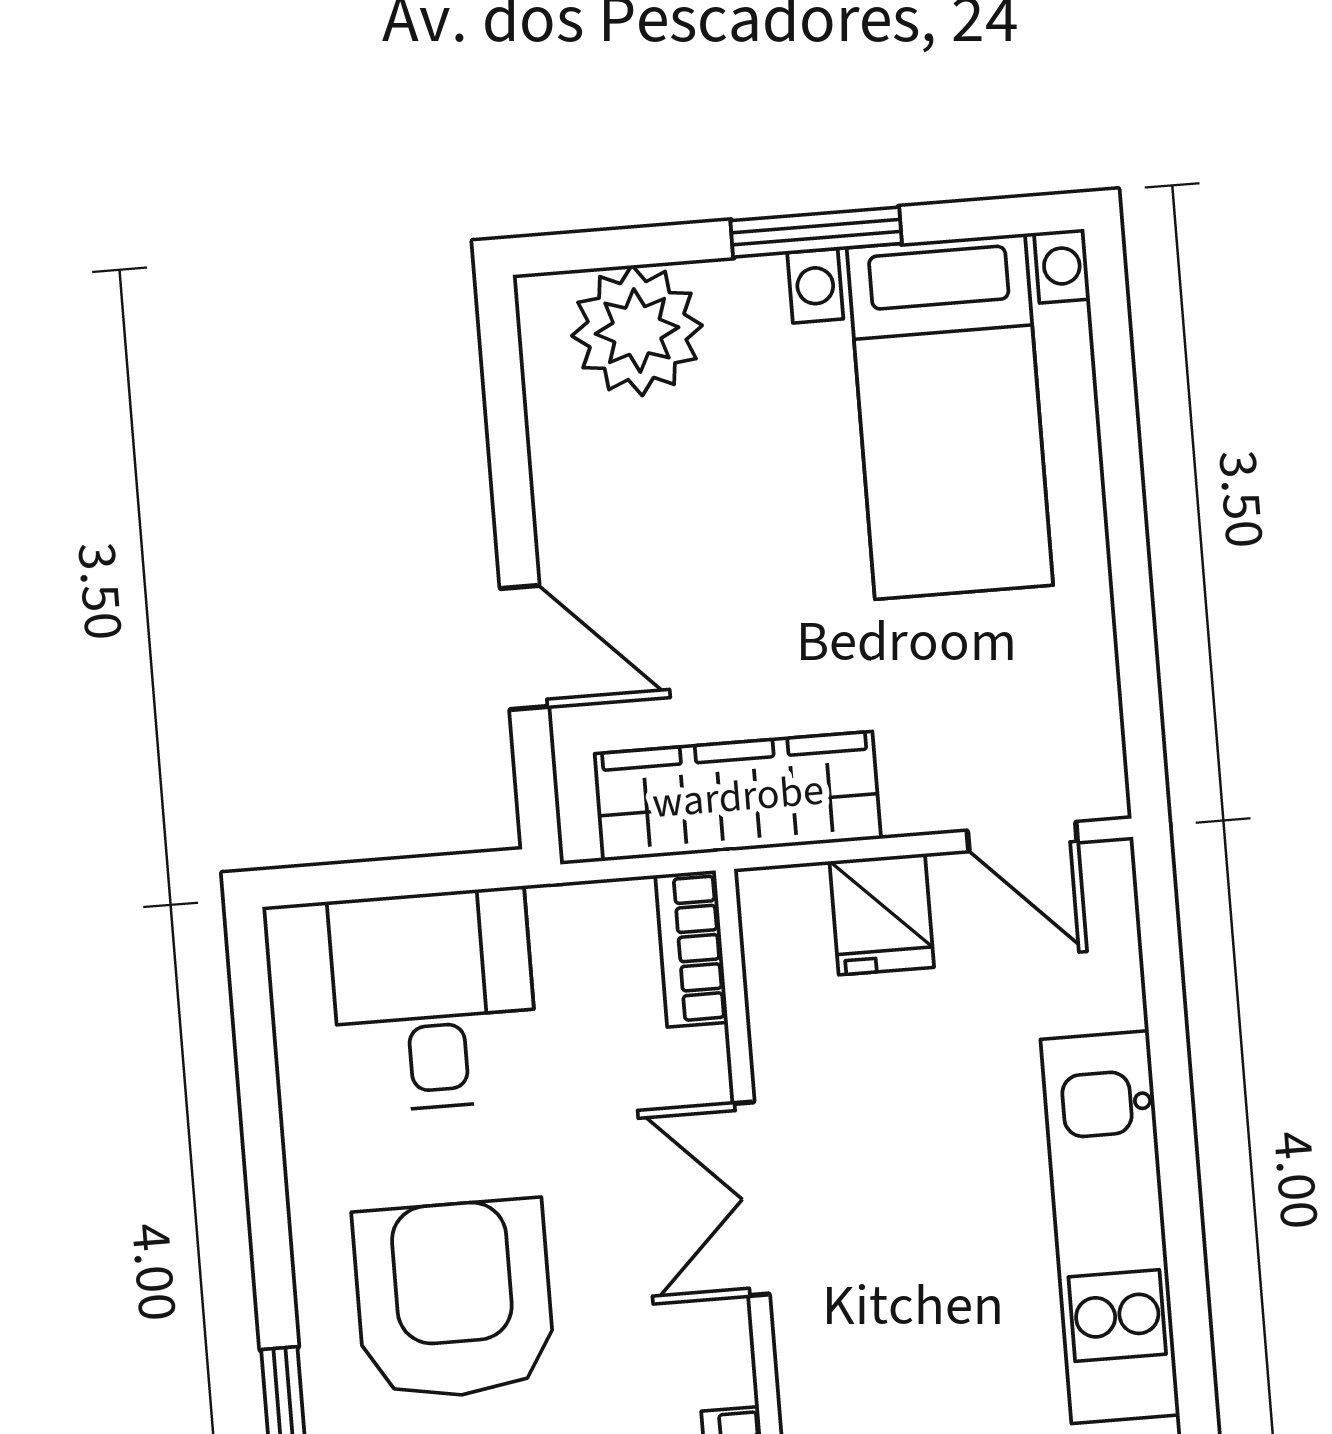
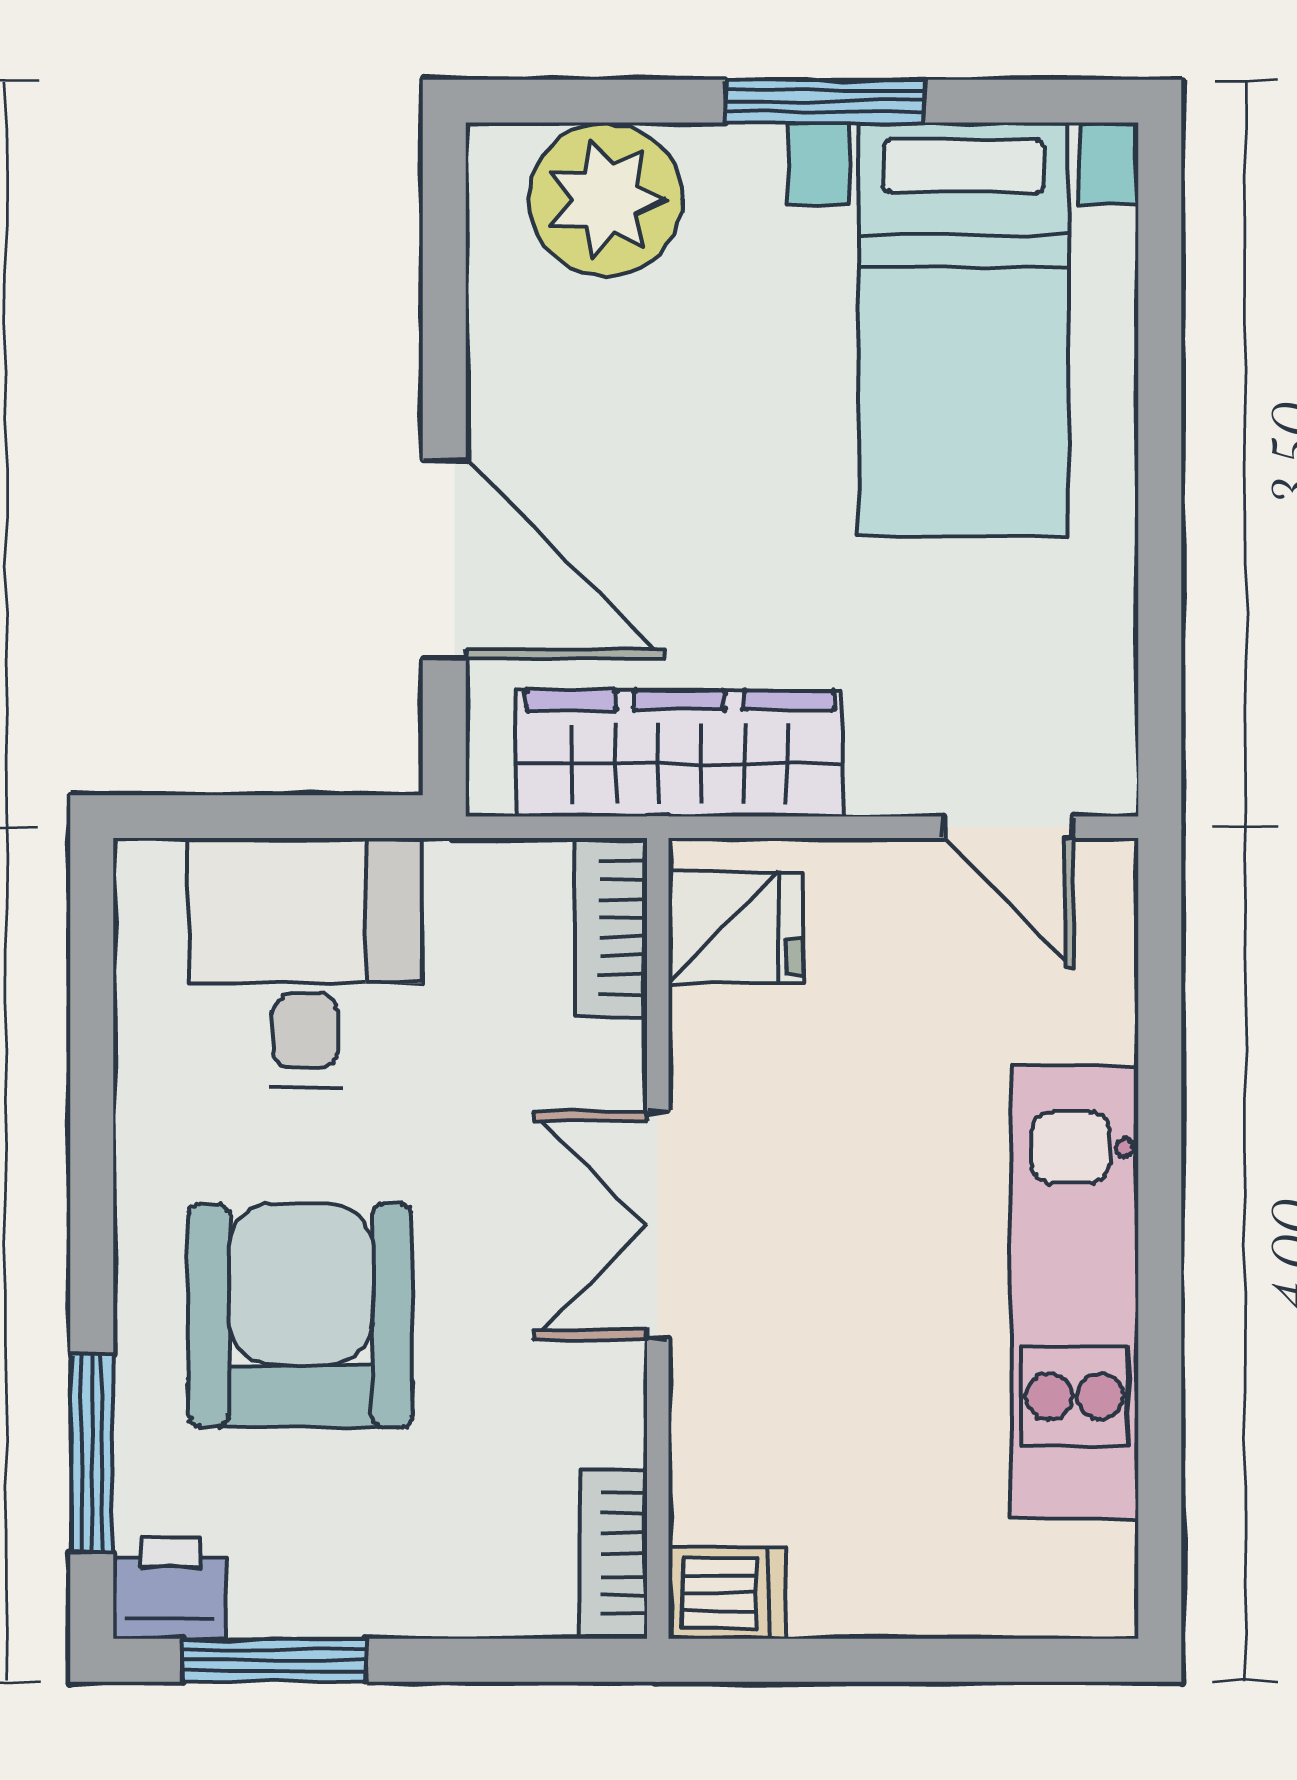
door: (524, 647) -> (444, 559), width x1.38
fridge: (882, 914) -> (735, 927), moved, turned -90

